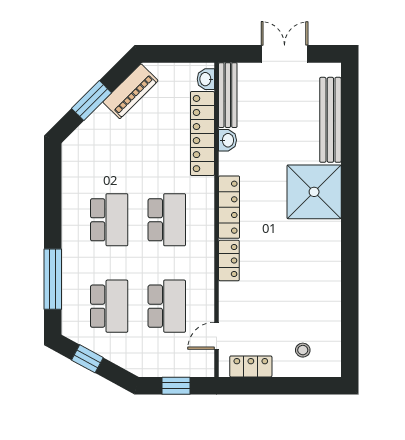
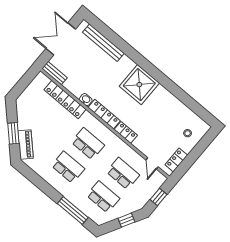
double door: (285, 54) -> (61, 39), width x1.37
washbasin: (206, 79) -> (44, 80), removed
piano: (130, 91) -> (26, 144), moved
bench: (228, 95) -> (55, 73), width x0.73
washbasin: (227, 140) -> (86, 100), moved
shower: (314, 192) -> (139, 85), moved
window: (87, 359) -> (126, 220), moved

